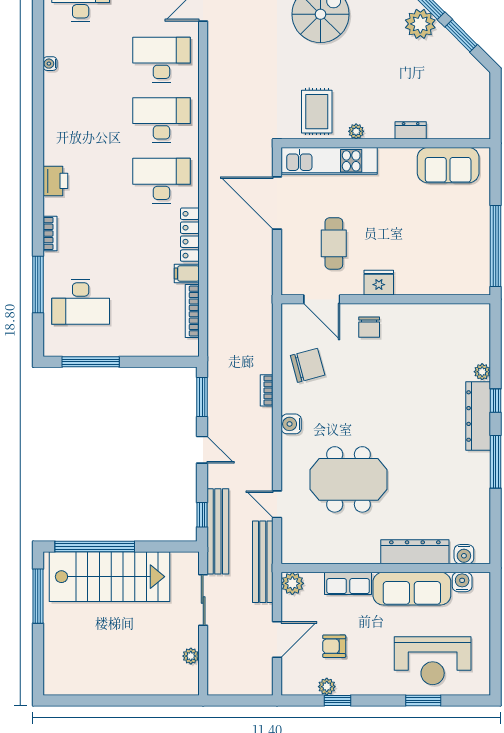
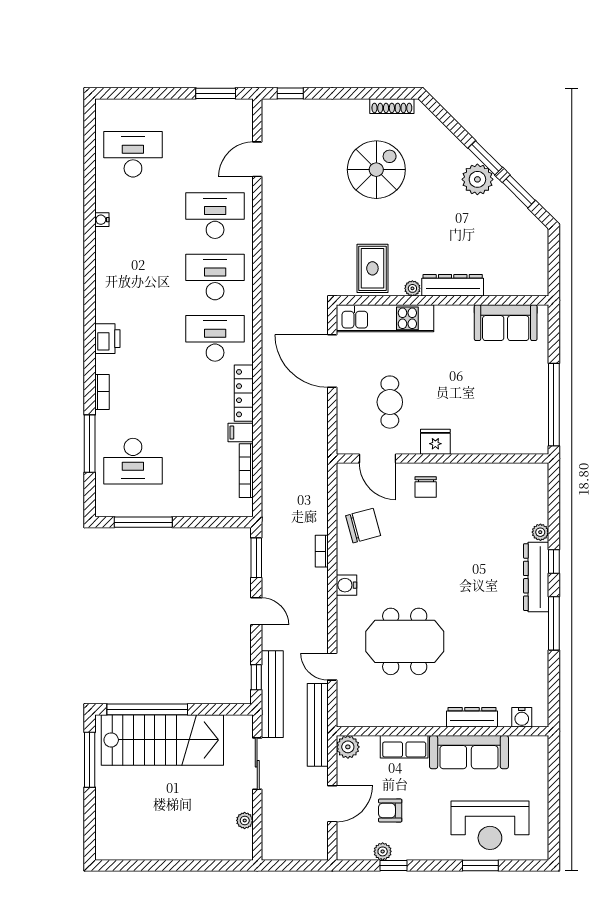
dresser: (411, 130) -> (453, 285), width x1.96, depth x1.24
dresser: (415, 552) -> (472, 717), width x0.73, depth x0.80
water cooler: (462, 582) -> (520, 745), removed

